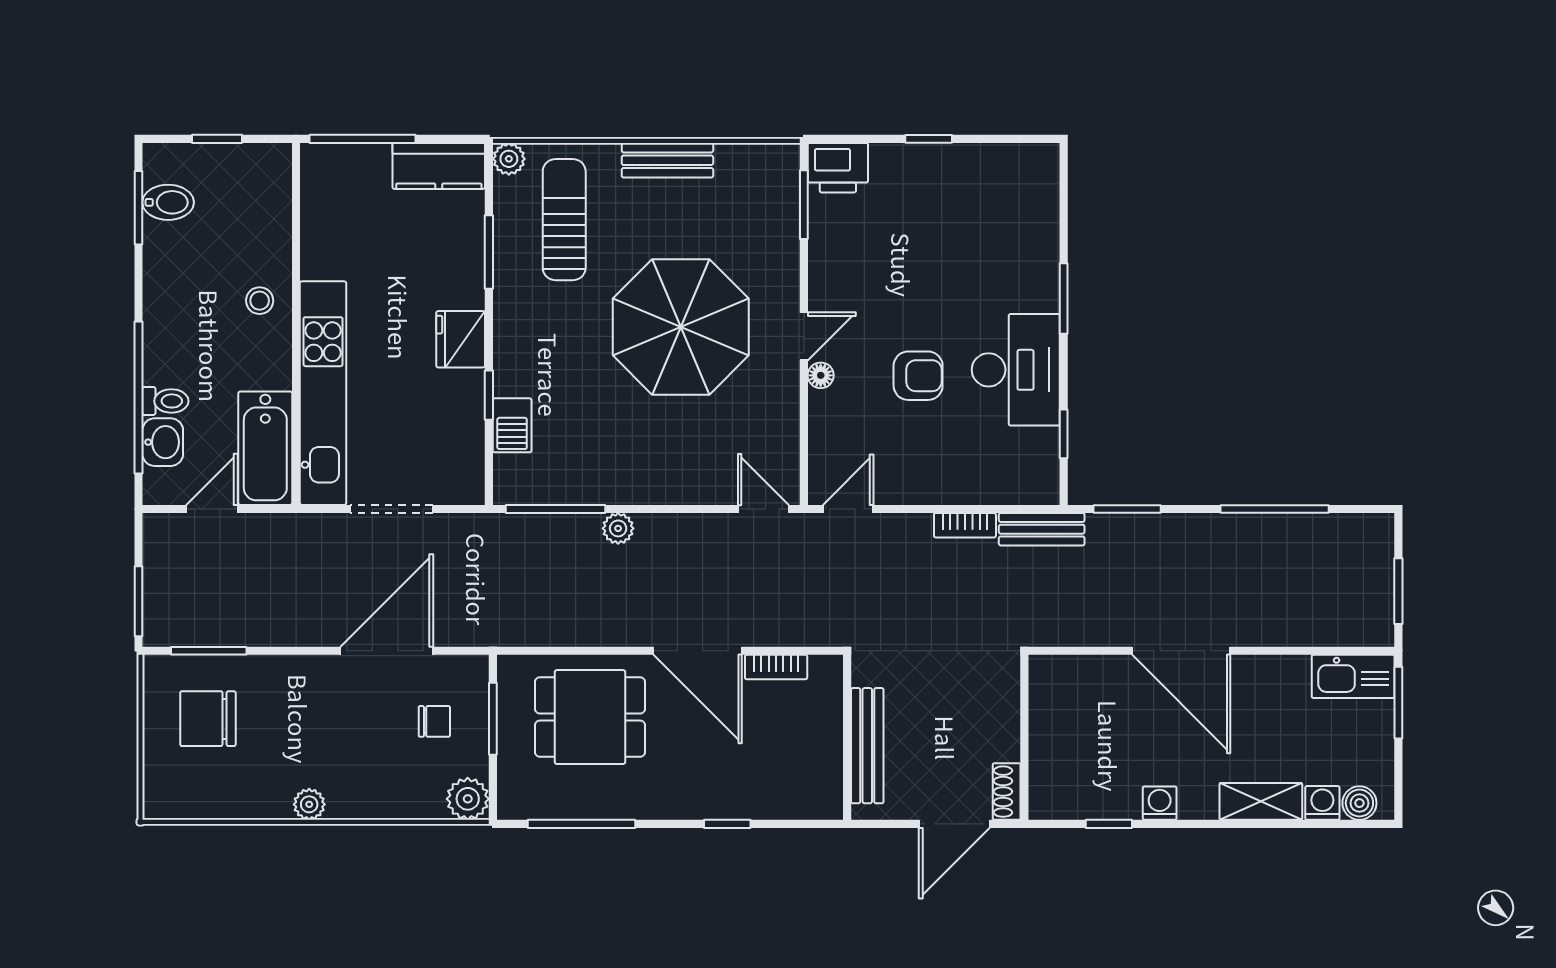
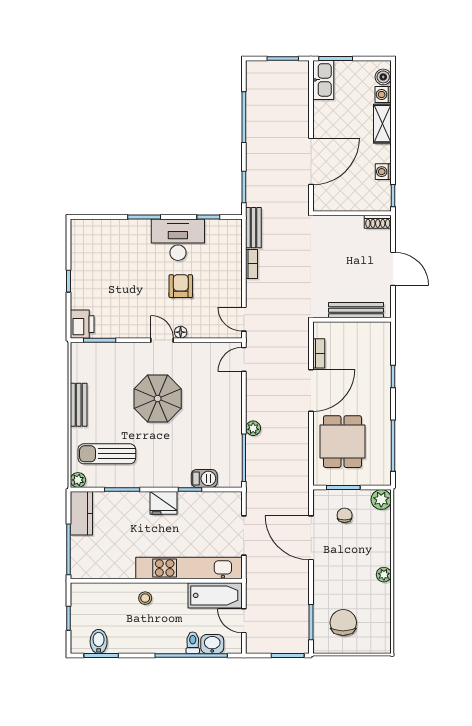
parasol: (681, 327) -> (158, 399), width x0.73, depth x0.73
chair: (208, 719) -> (343, 623), turned 180
wall: (1024, 737) -> (352, 213), moved
shoe rack: (1007, 792) -> (378, 222), moved

